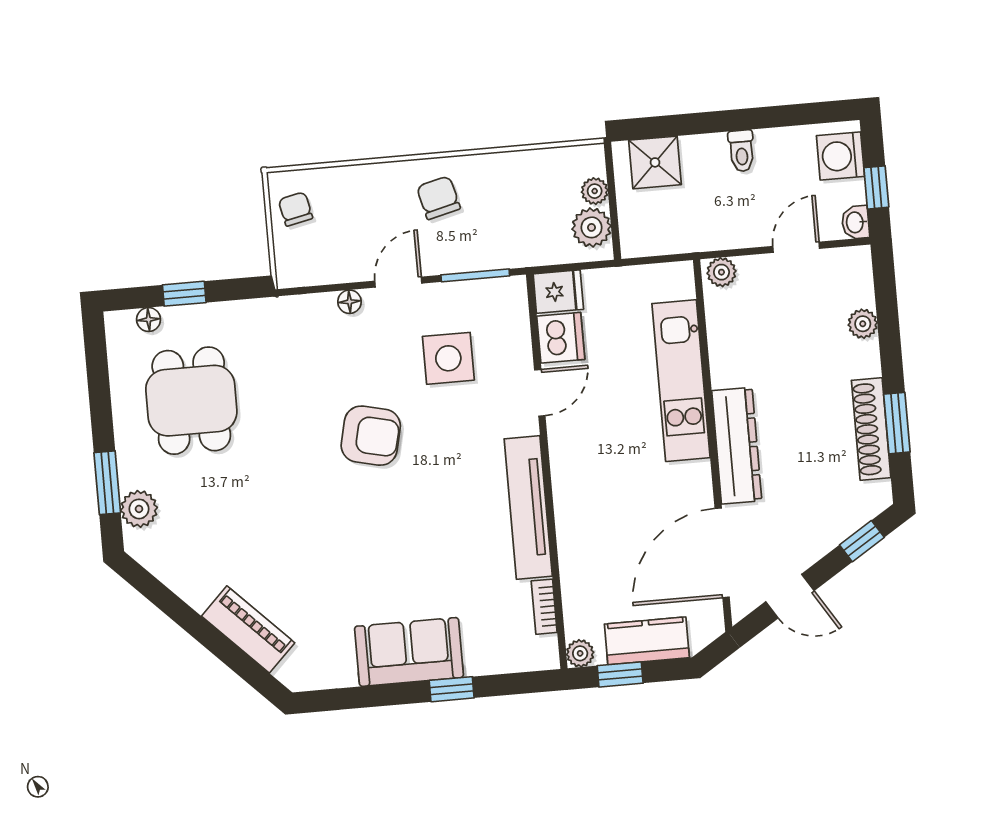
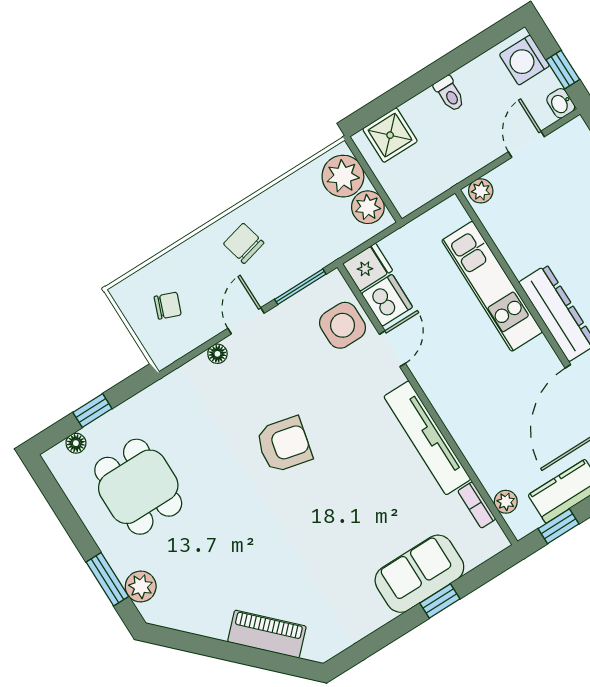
plant: (595, 191) -> (343, 176), width x1.87, depth x1.87
chair: (295, 209) -> (168, 306), moved, turned 123
side table: (448, 358) -> (343, 325), moved
sofa: (409, 652) -> (419, 574), moved
plant: (580, 653) -> (506, 502), moved

